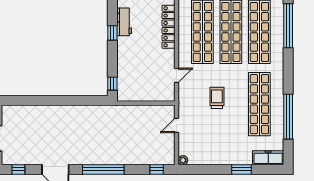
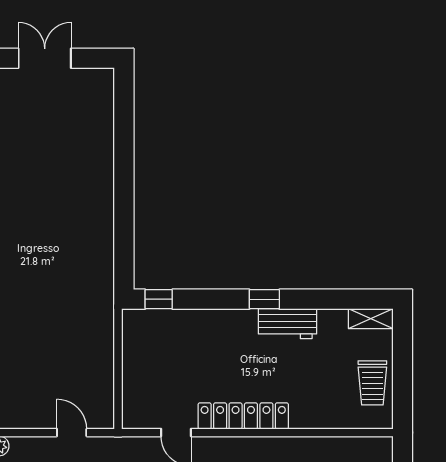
locker: (169, 27) -> (243, 416), moved

